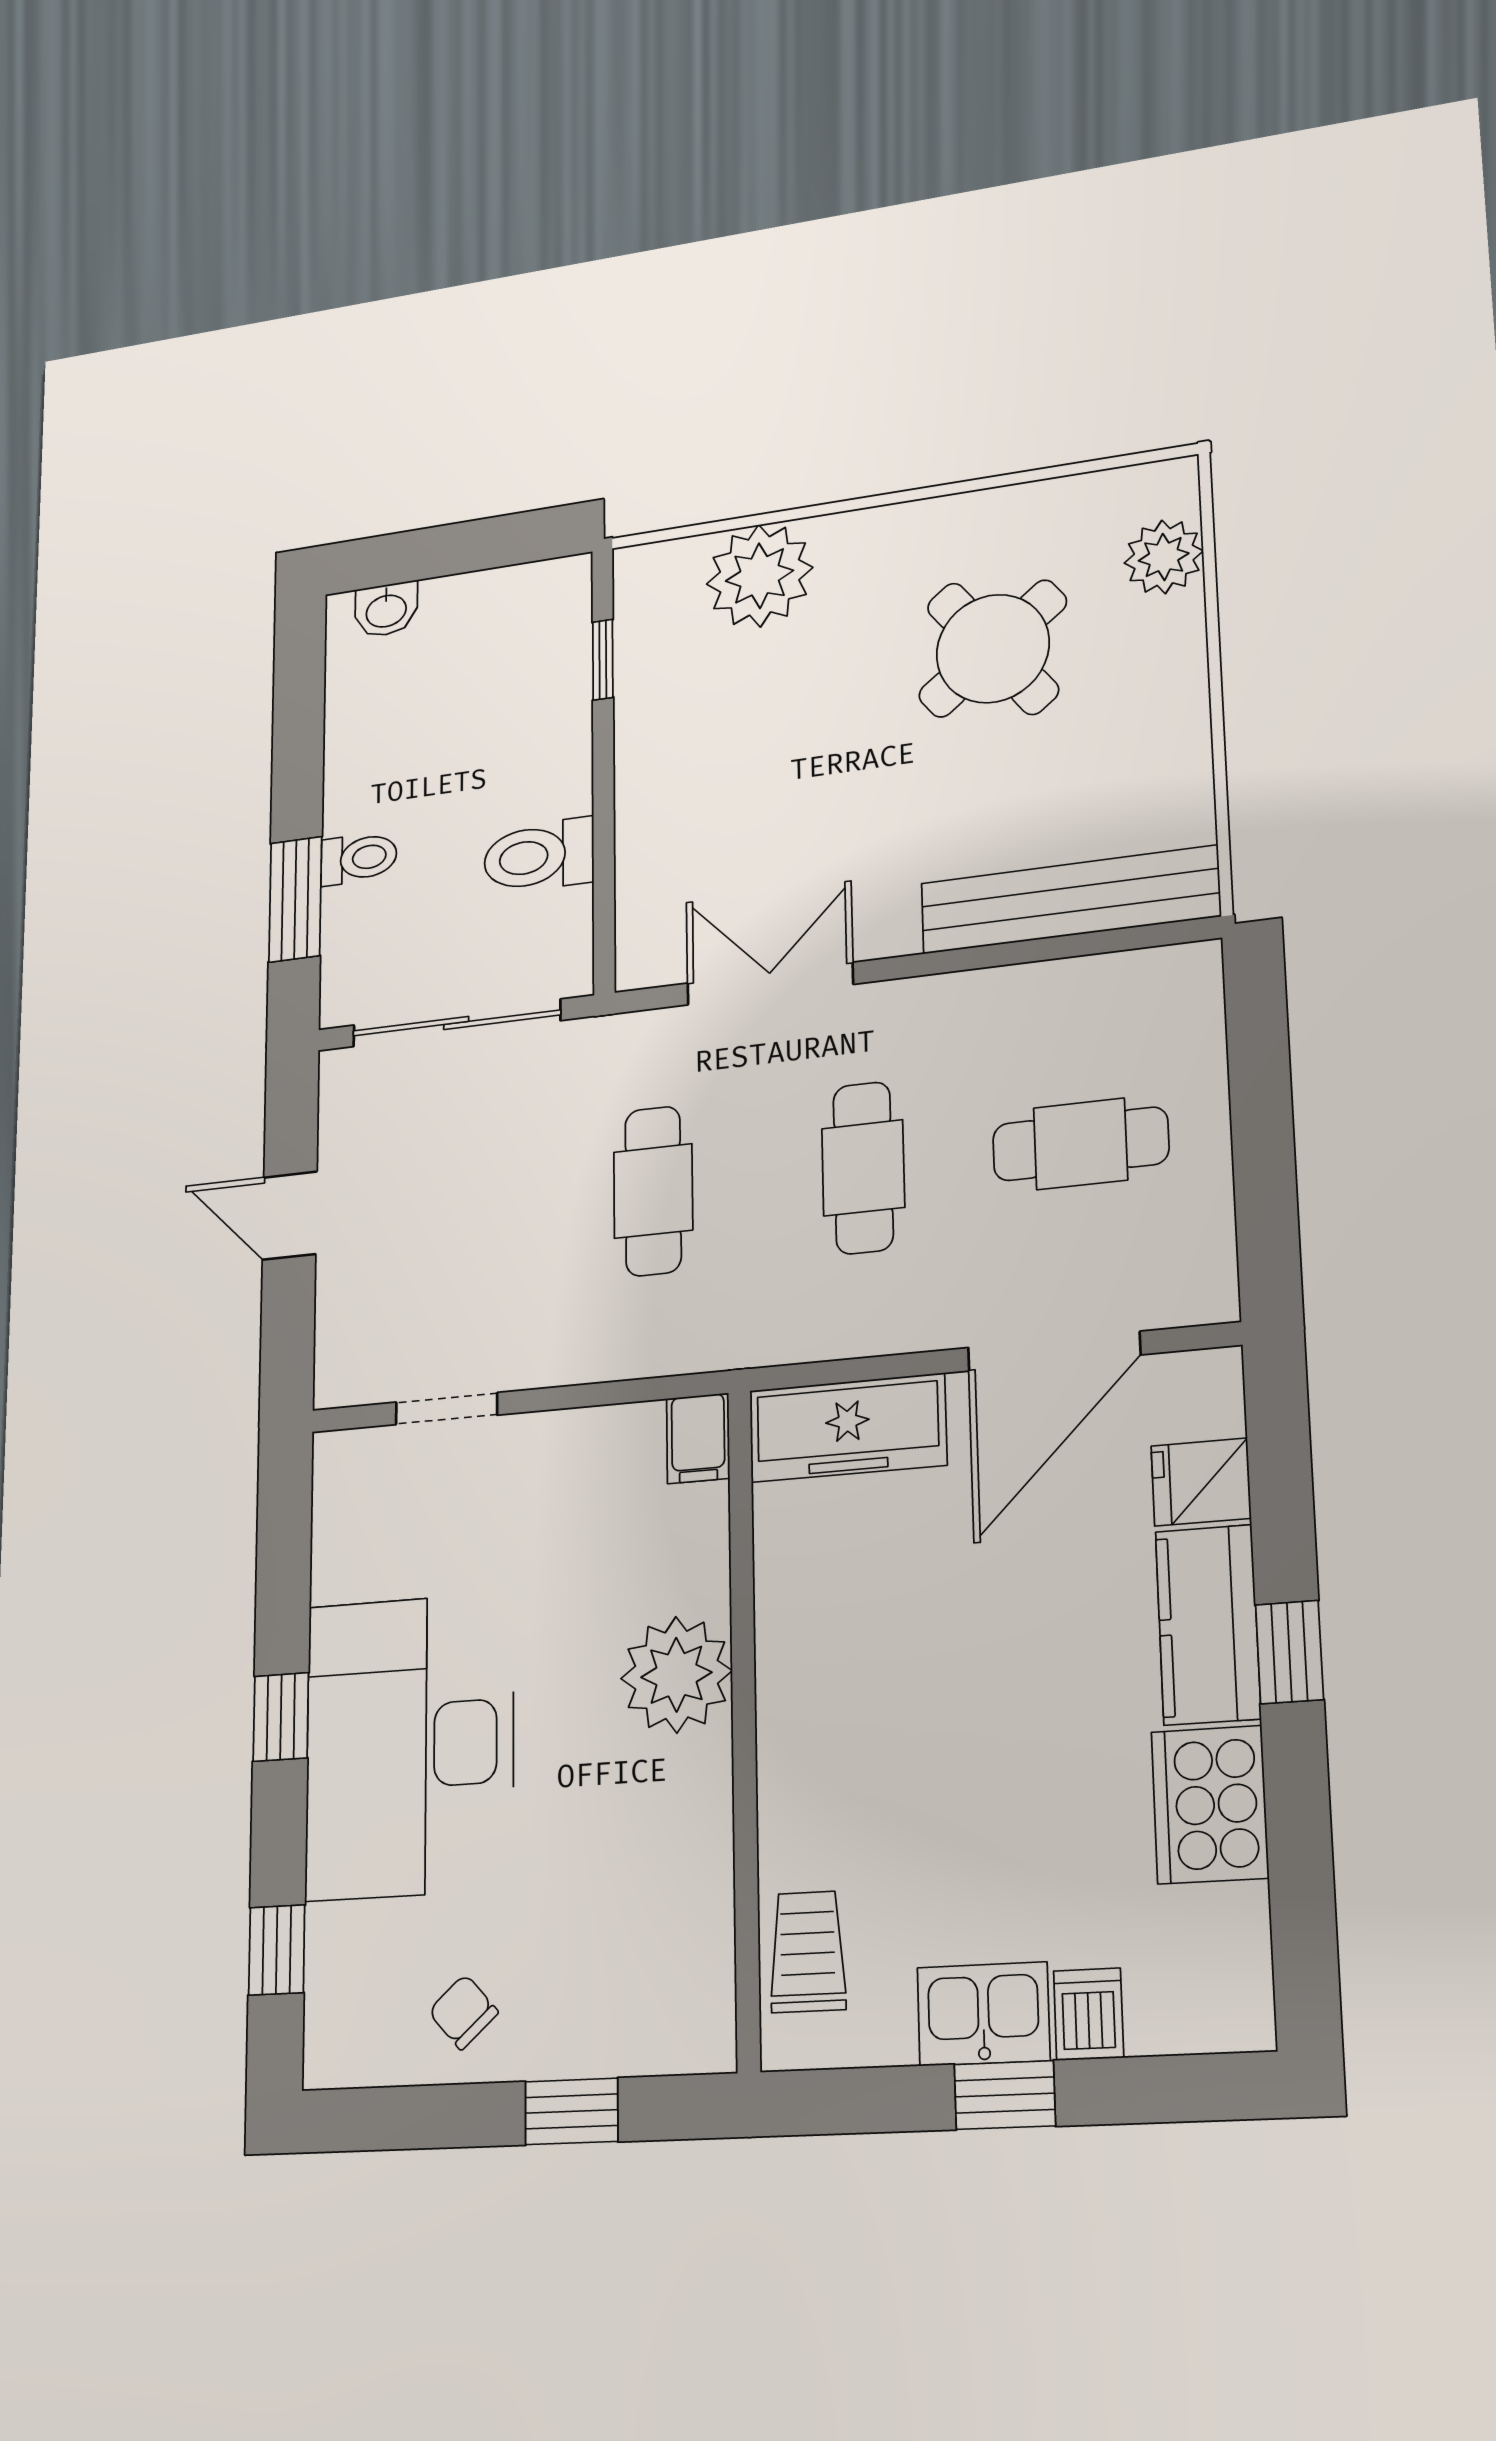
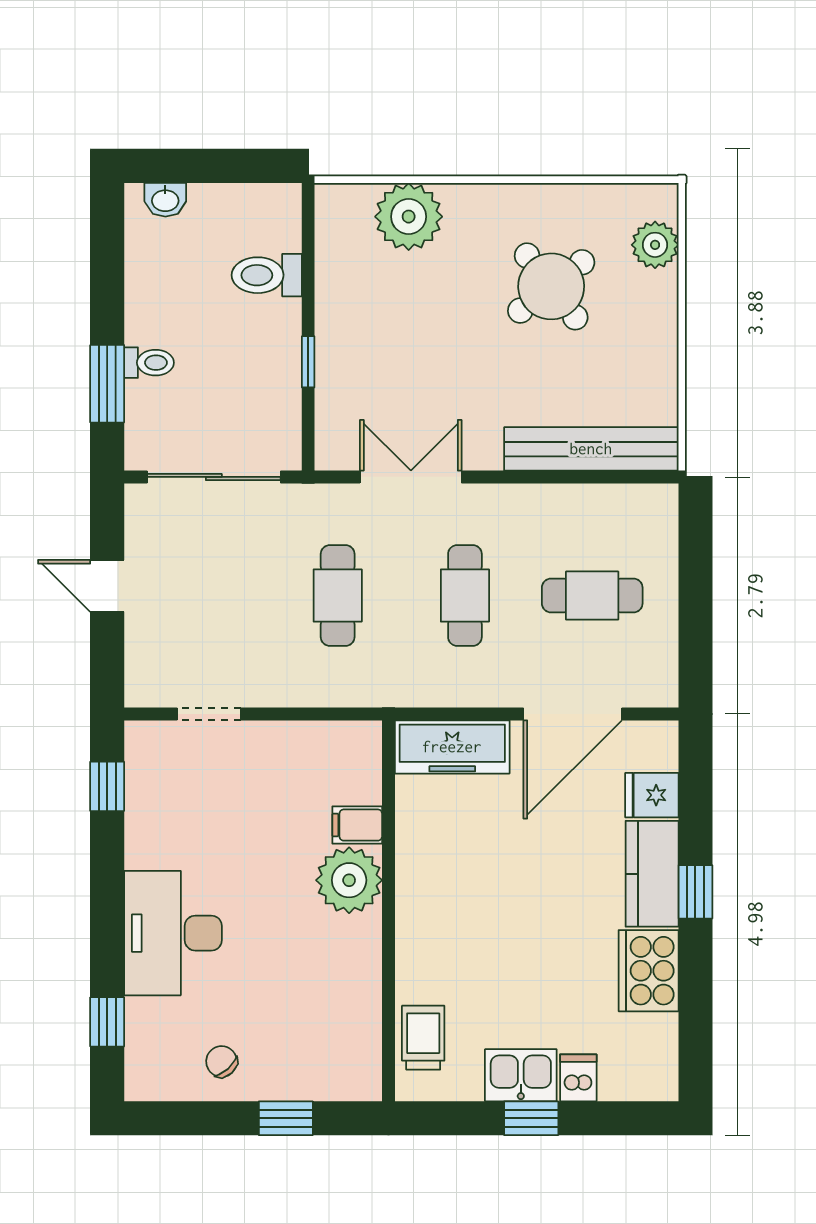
window: (603, 660) -> (308, 362), moved
toilet: (539, 856) -> (267, 275), moved
filing cabinet: (698, 1438) -> (357, 825), moved, turned 90
window: (281, 1717) -> (107, 786), moved
desk: (409, 1746) -> (173, 933), width x0.73, depth x0.77

